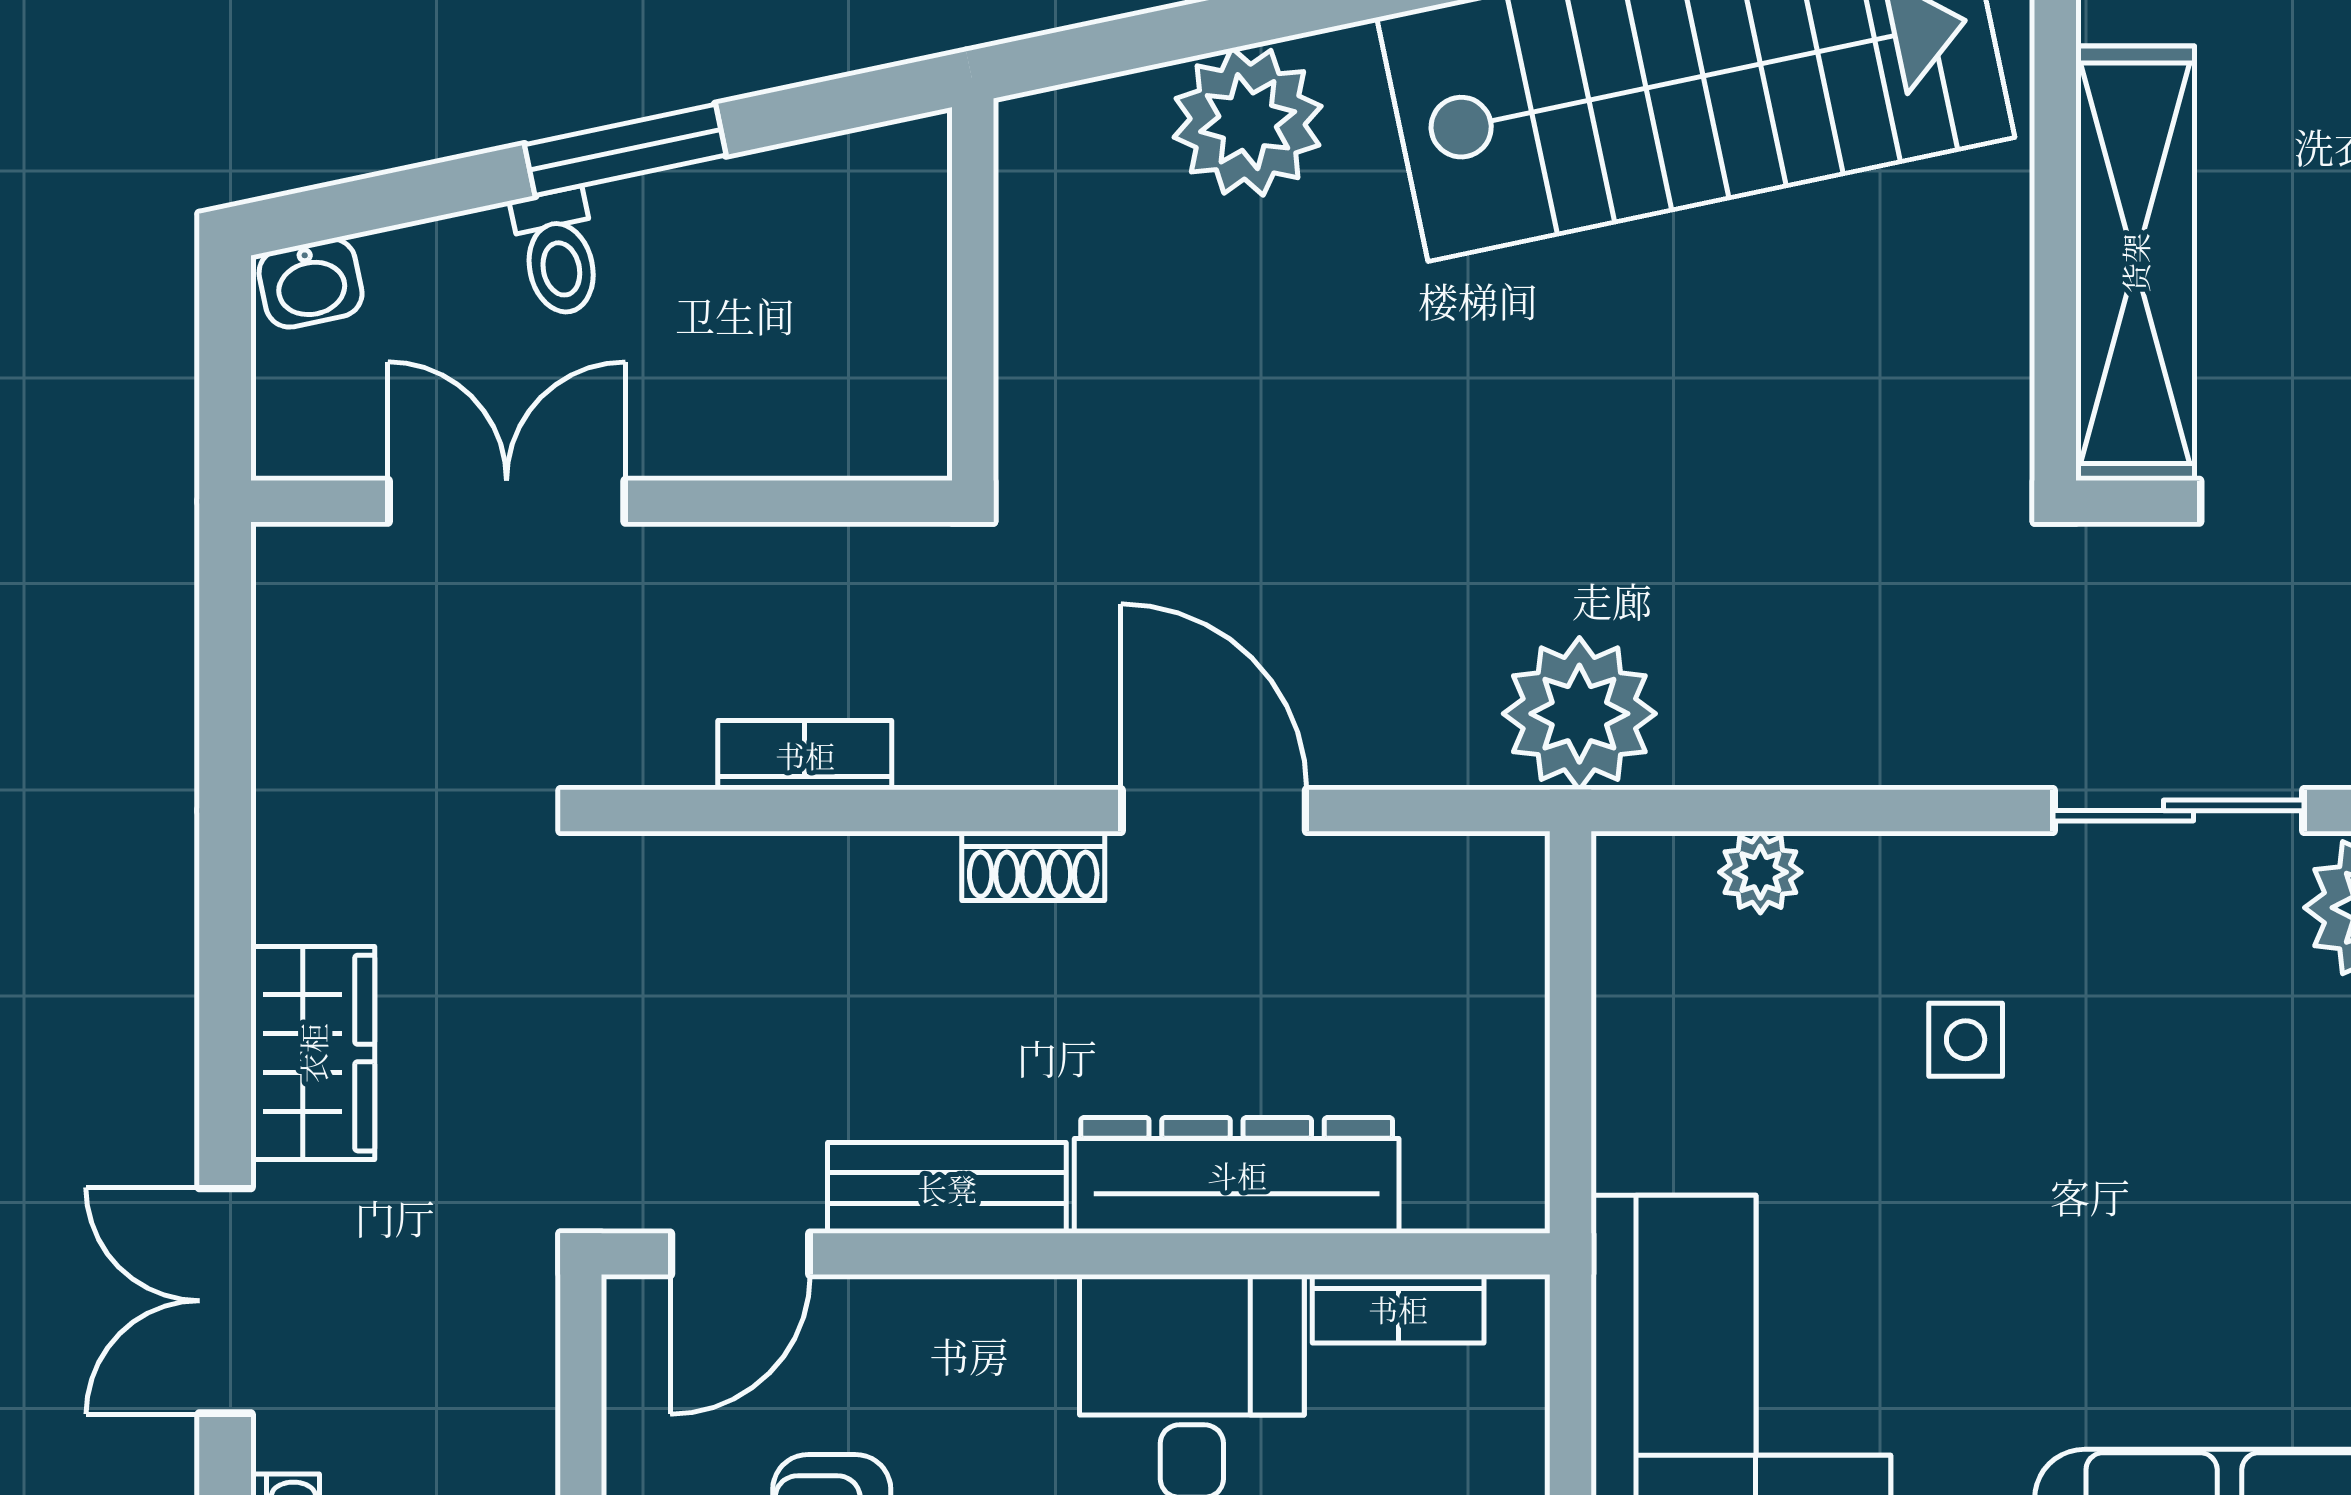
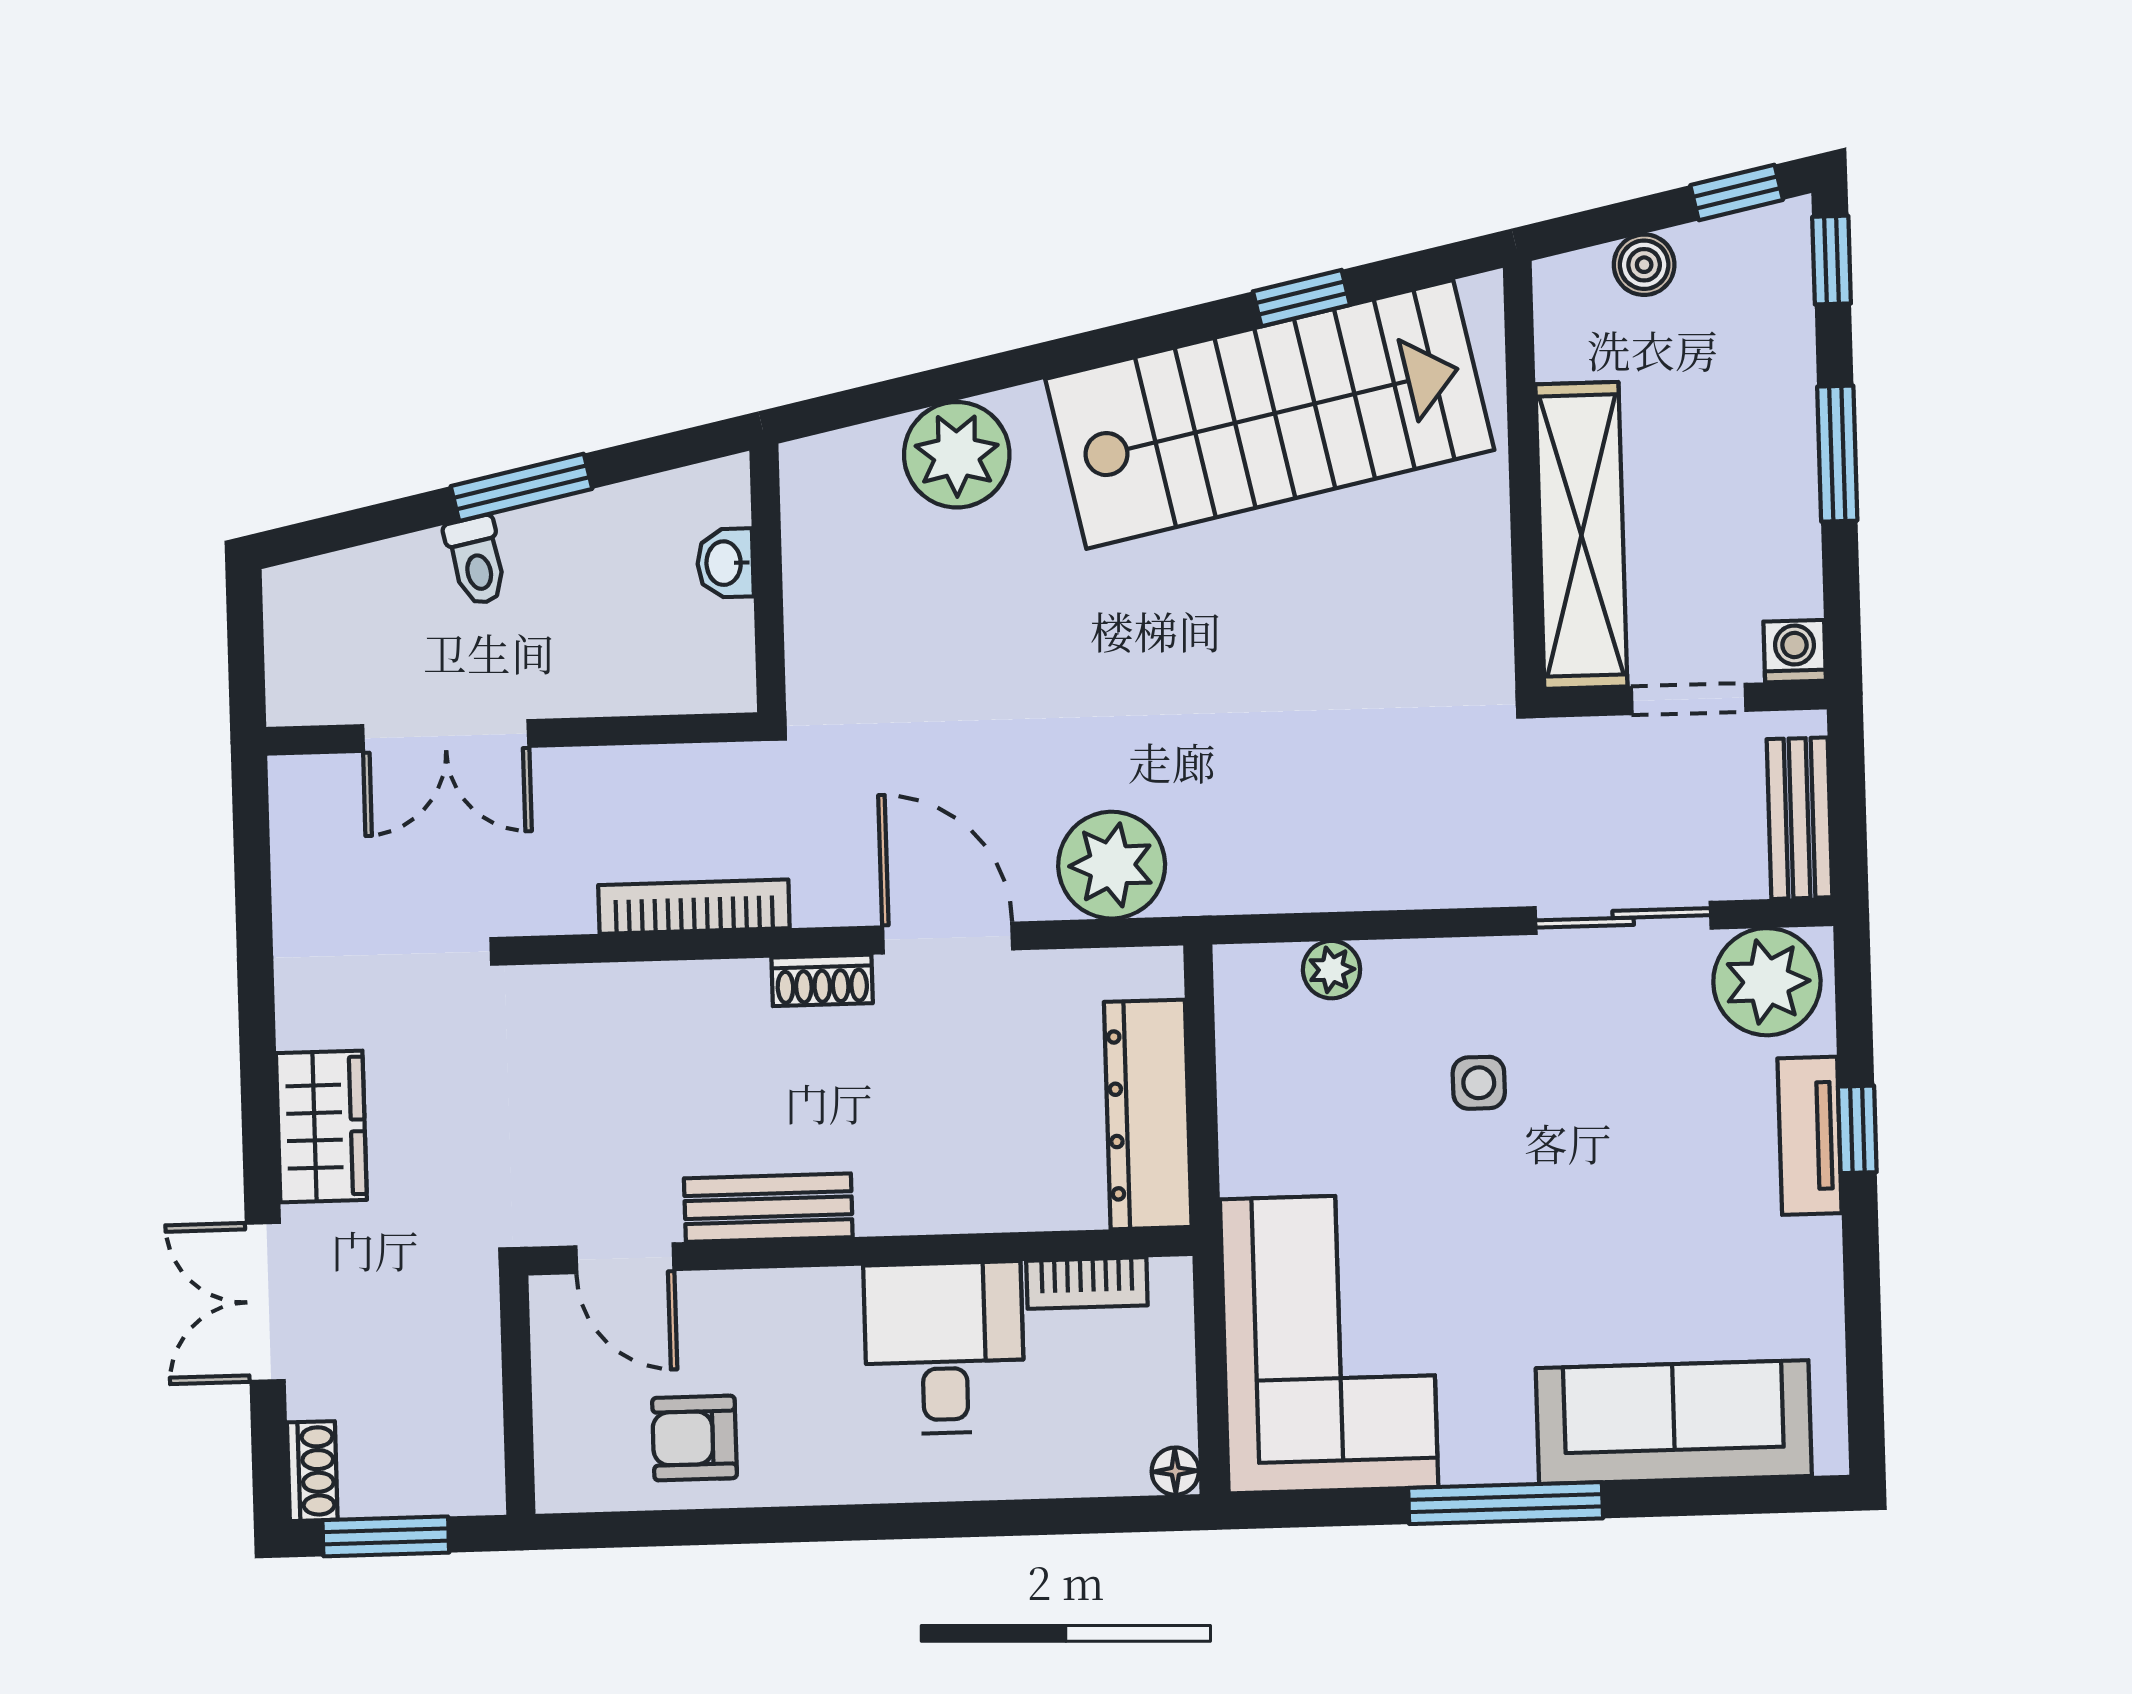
washbasin: (311, 283) -> (725, 563), moved, turned 102
double door: (507, 501) -> (446, 736), swing flipped
plant: (1579, 714) -> (1112, 865), moved
bookcase: (805, 755) -> (694, 907), width x1.56
dresser: (1237, 1175) -> (1148, 1114), moved, turned -90
door: (740, 1254) -> (625, 1258), hinge flipped

